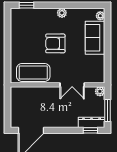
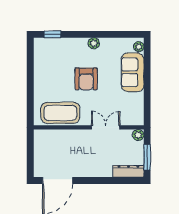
armchair: (55, 43) -> (86, 79), turned -90
double door: (72, 85) -> (106, 127), swing flipped
window: (90, 130) -> (127, 181), removed

